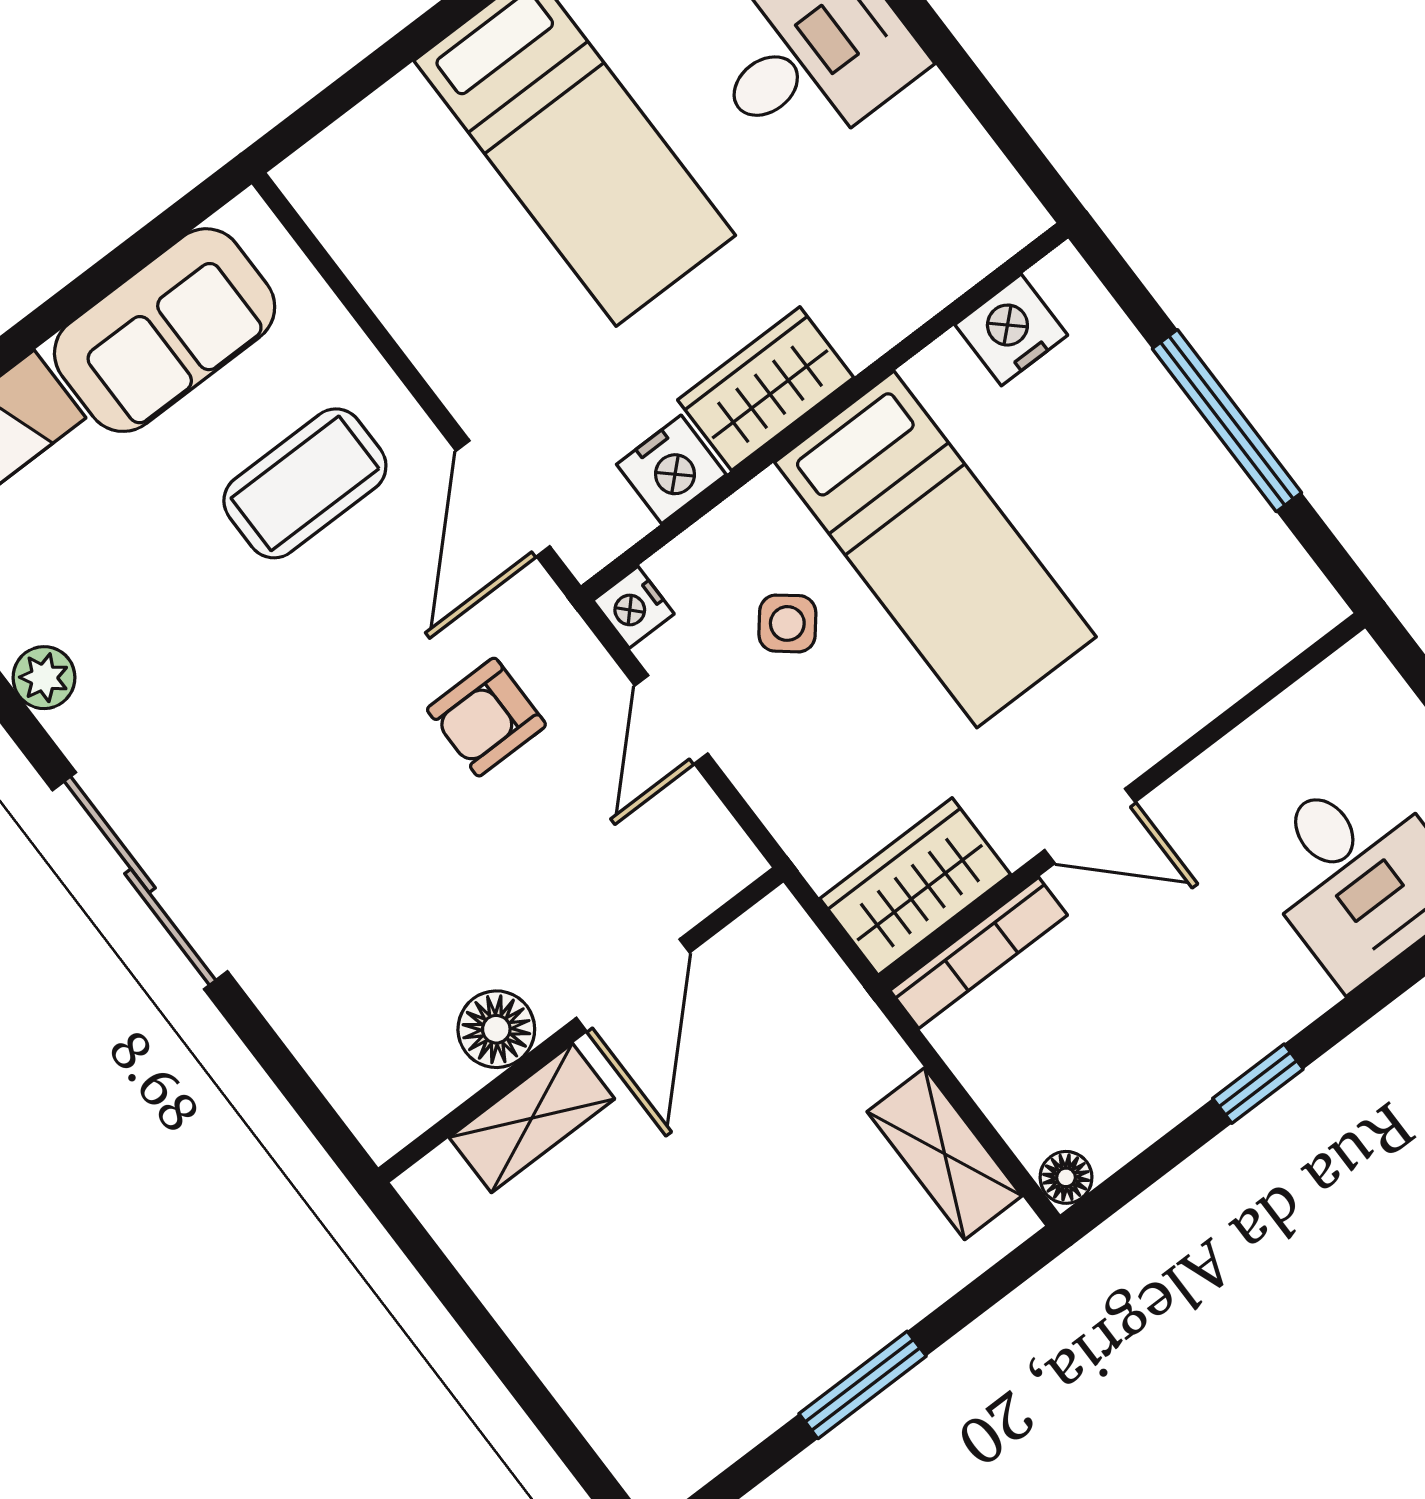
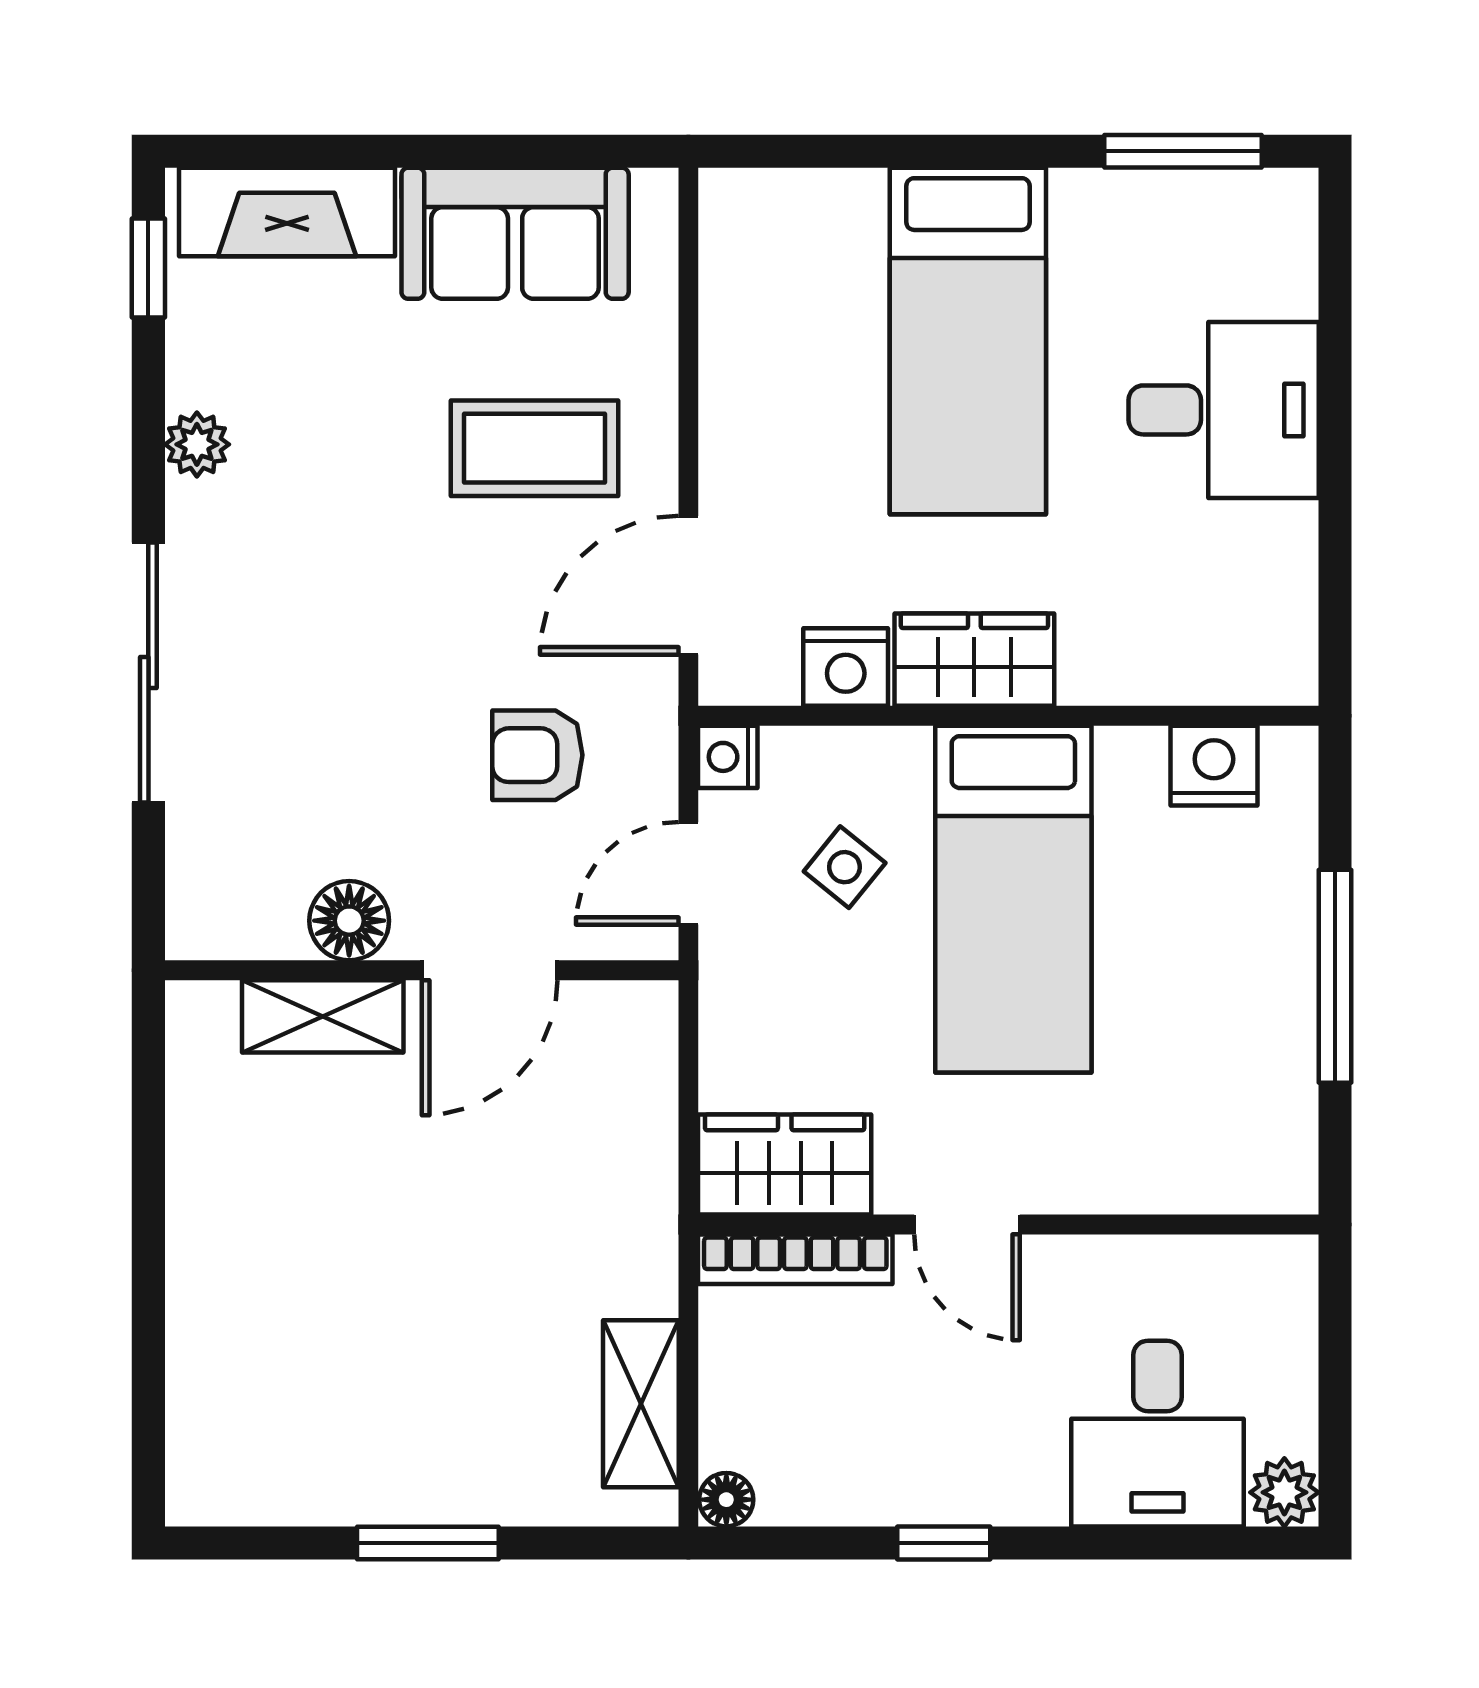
door: (633, 985) -> (490, 970), moved
wall: (581, 1025) -> (422, 970), moved
floor lamp: (496, 1029) -> (349, 921), moved
shelving: (532, 1118) -> (323, 1016), moved

